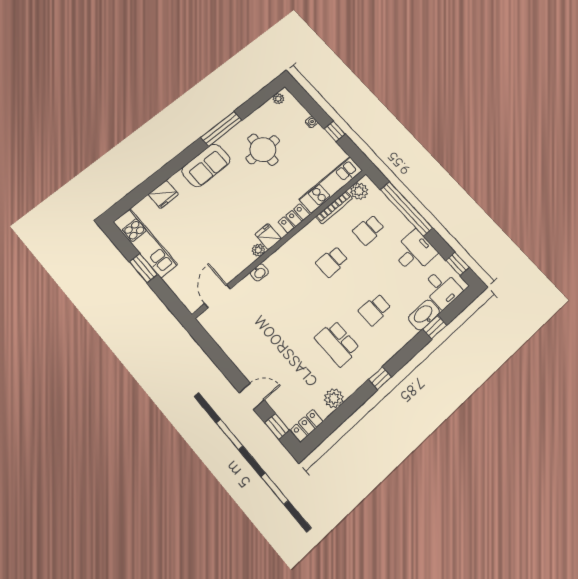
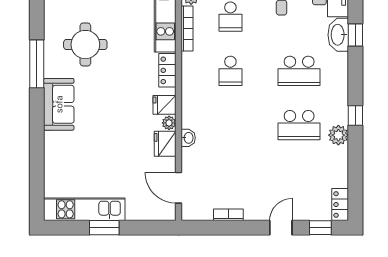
fridge: (163, 194) -> (165, 144), moved, turned 180
school desk: (375, 310) -> (299, 71), width x1.85
bookcase: (228, 349) -> (228, 215), added
plant: (334, 398) -> (338, 135), moved

